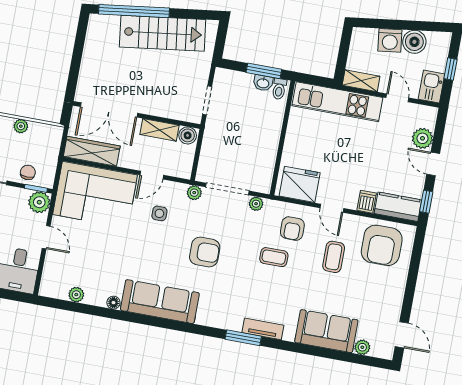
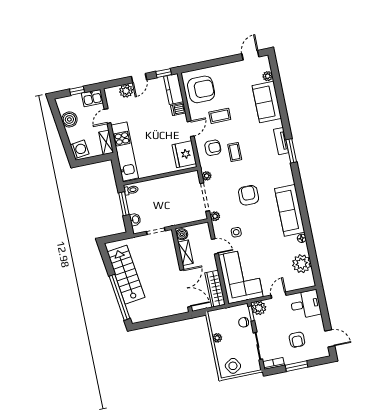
washing machine: (390, 40) -> (80, 149), moved
washbasin: (263, 83) -> (135, 219), moved
plant: (76, 295) -> (302, 264), width x1.88, depth x1.88

